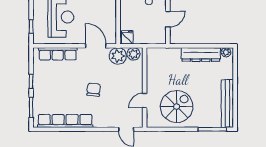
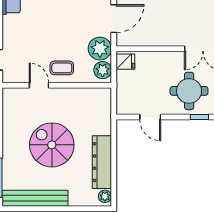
coffee table: (132, 84) -> (62, 68), added
chair: (94, 90) -> (54, 16), removed
spiral stairs: (177, 107) -> (52, 145), moved, turned 180

